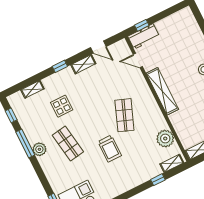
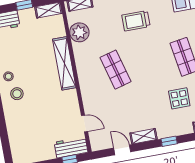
shelving: (162, 91) -> (64, 63), moved
shop shelf: (124, 115) -> (116, 70), turned -36
trolley: (110, 149) -> (136, 21), moved, turned -90

